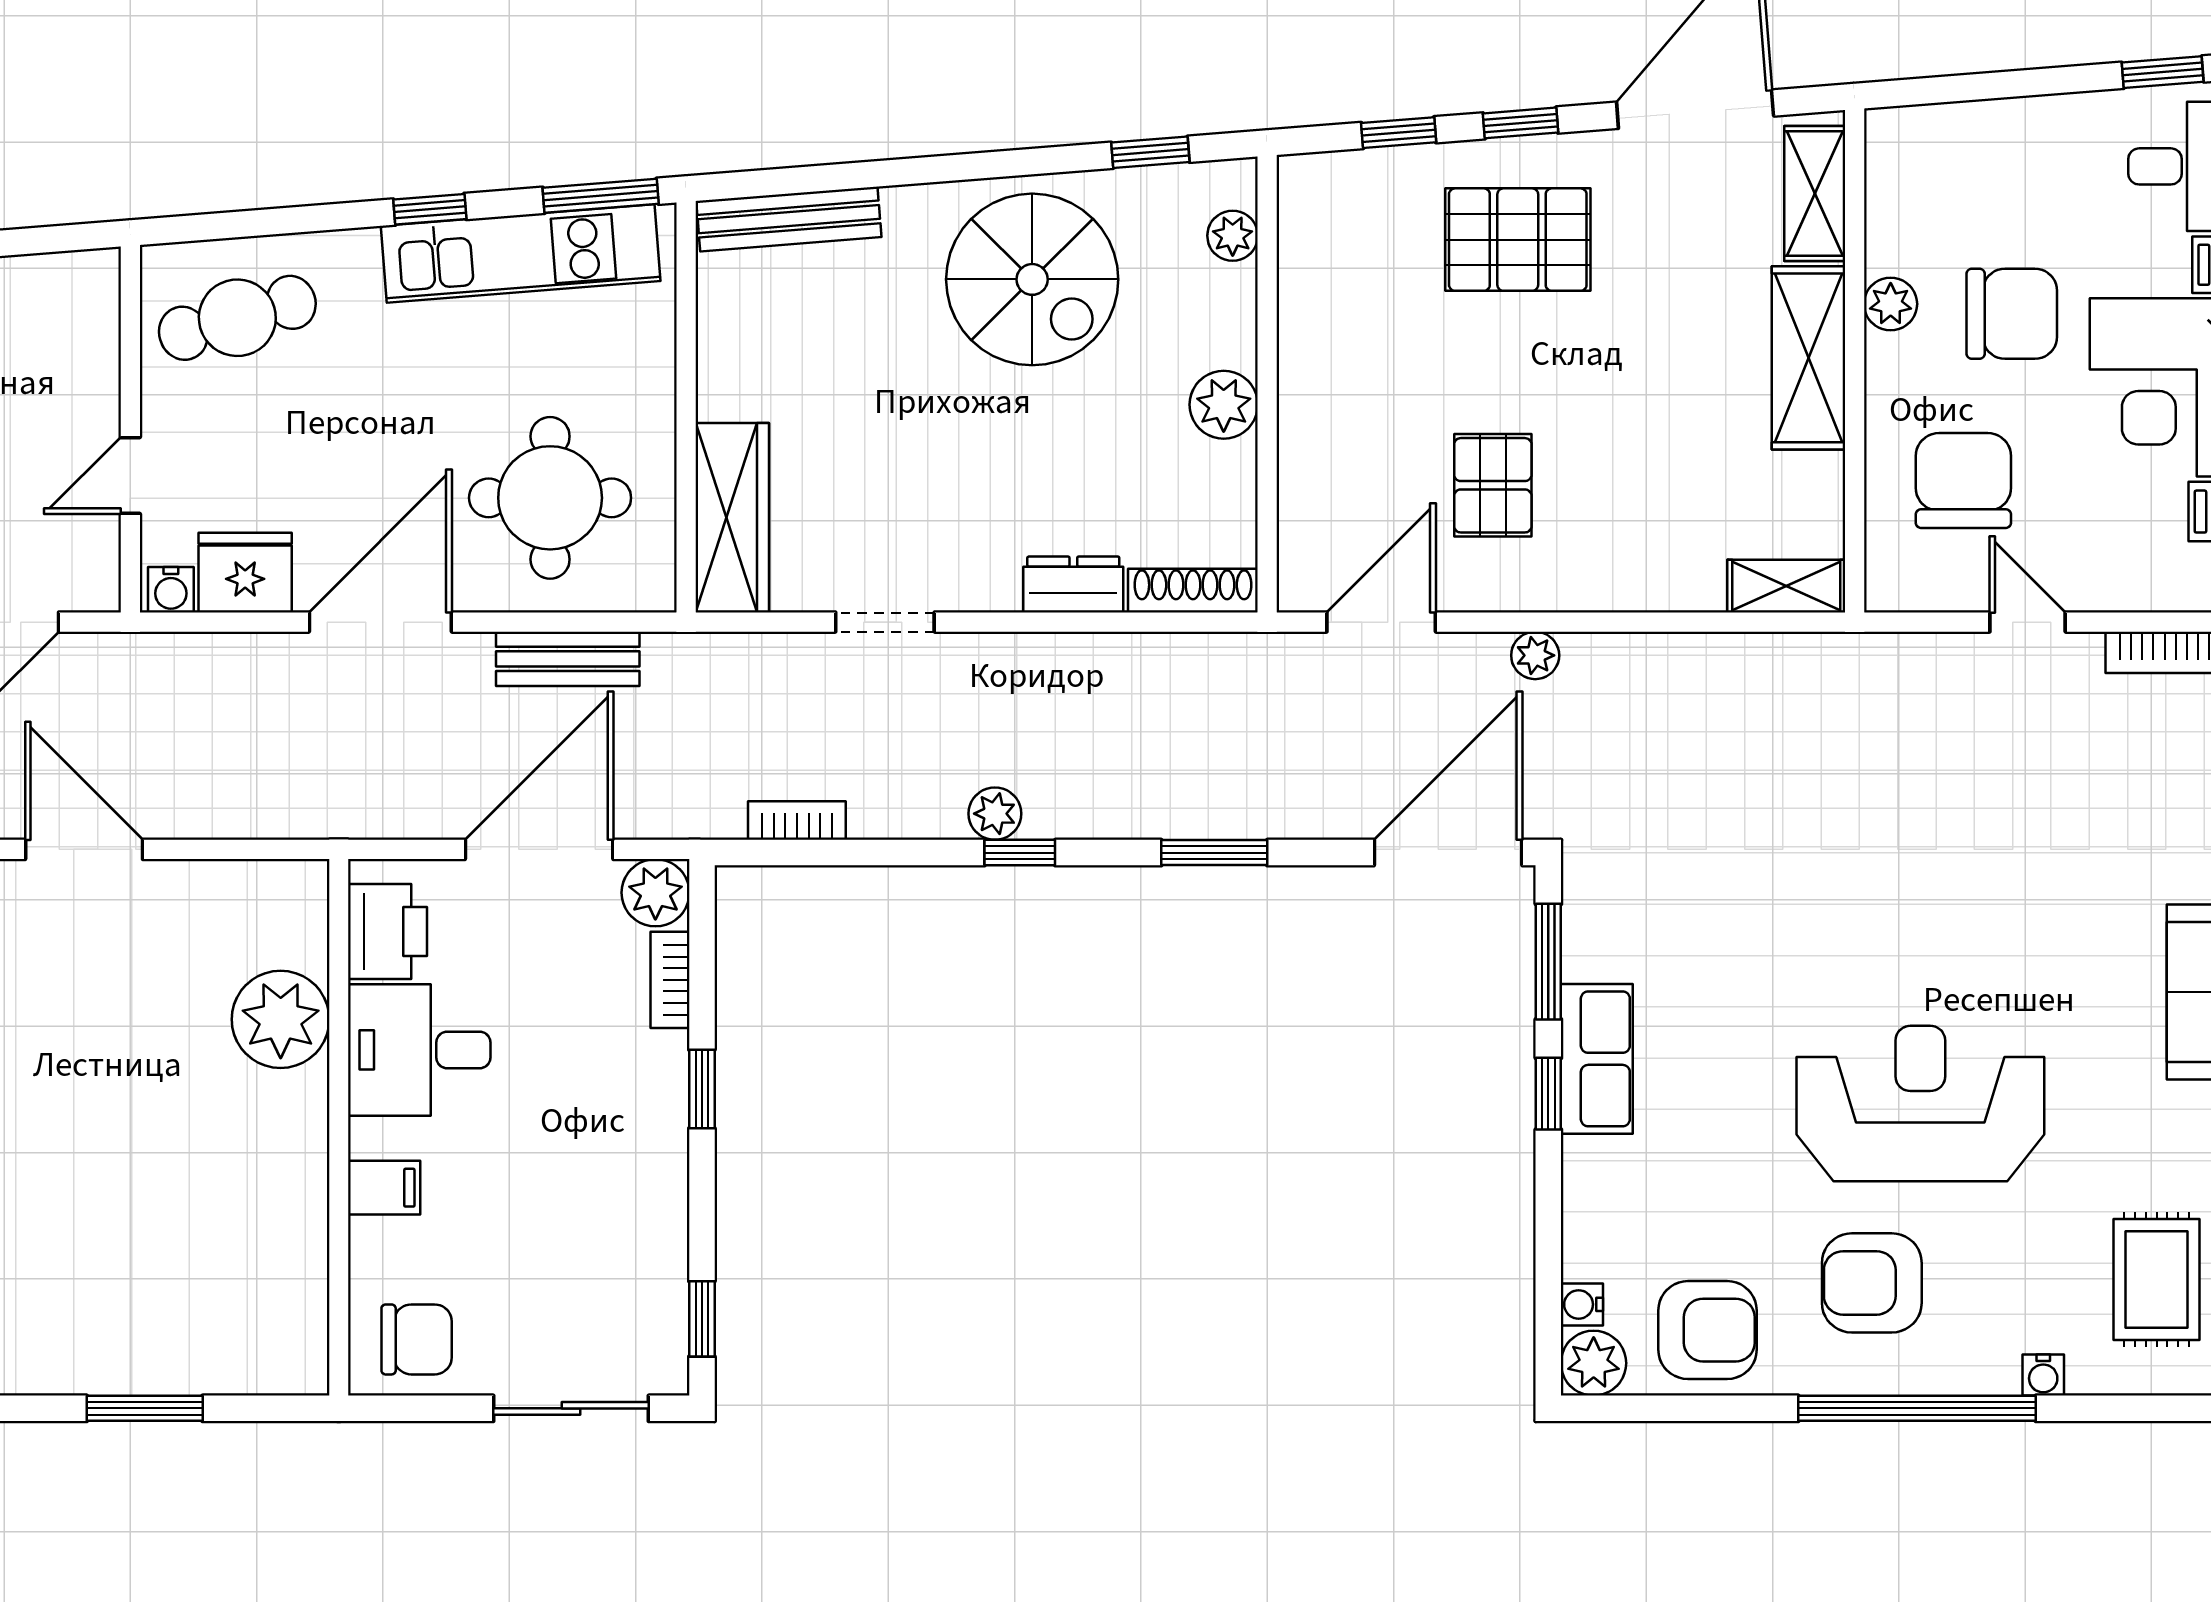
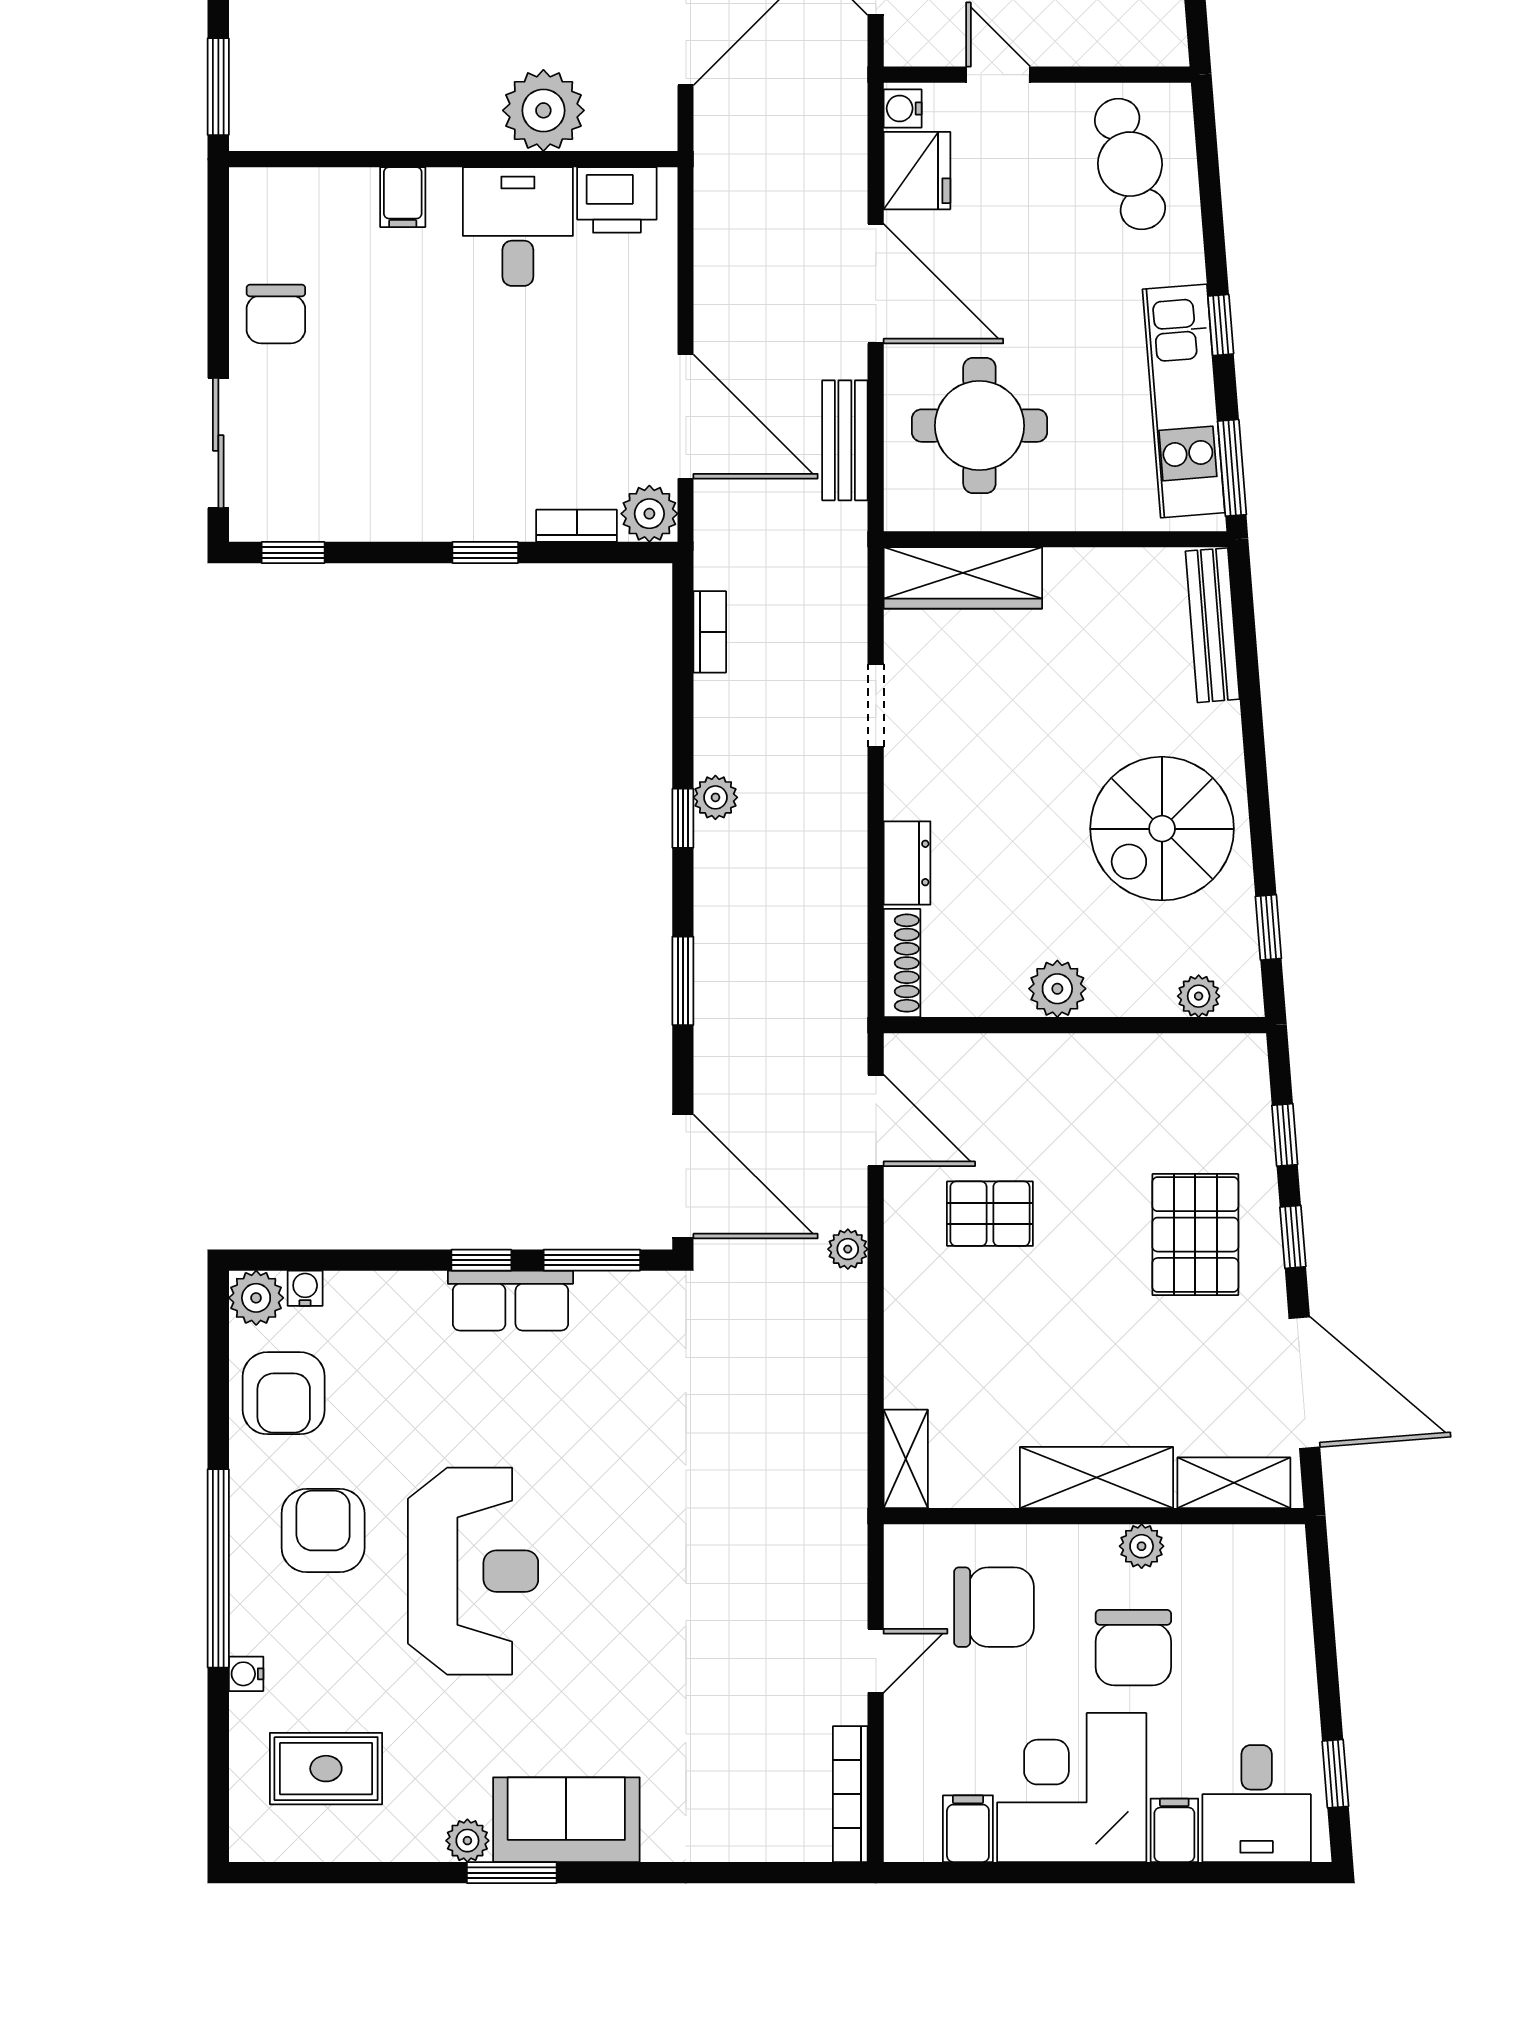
printer: (388, 931) -> (617, 200), moved
plant: (281, 1019) -> (543, 110), moved
desk: (419, 1050) -> (518, 226), moved
wall: (339, 1127) -> (453, 159), moved
filing cabinet: (384, 1188) -> (403, 197), moved

